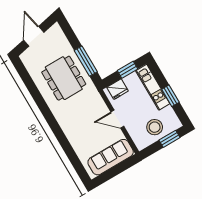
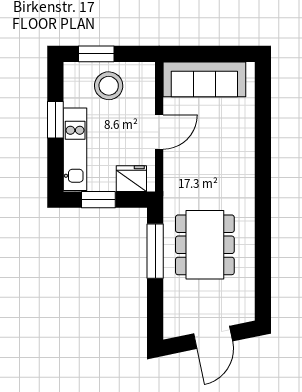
door: (117, 119) -> (159, 132), hinge flipped

